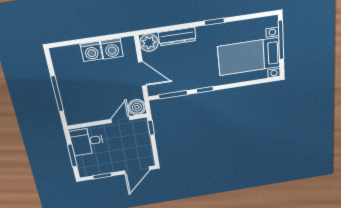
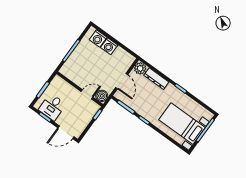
washing machine: (112, 49) -> (98, 38), moved
desk: (87, 141) -> (52, 107), moved, turned -90

